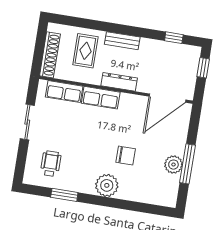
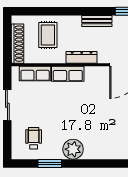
bench: (122, 41) -> (97, 21), moved
chair: (126, 156) -> (98, 121), removed
plant: (107, 185) -> (73, 149), moved

